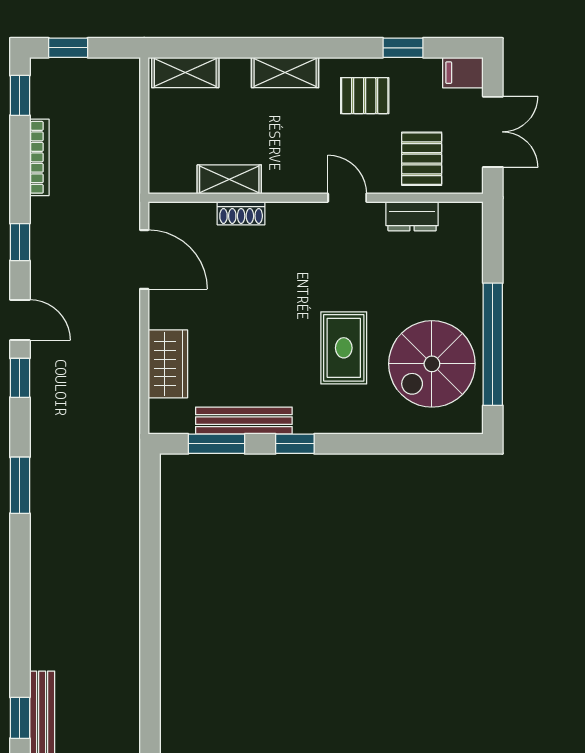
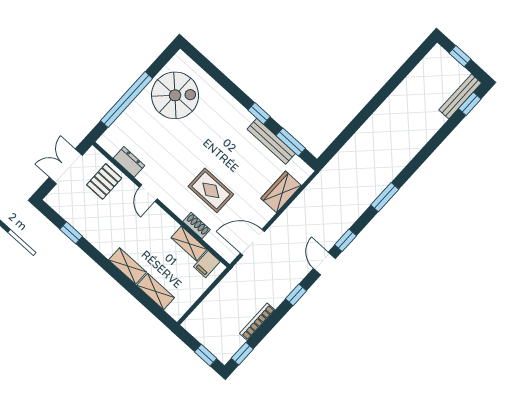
shelving: (185, 72) -> (156, 292), moved
filing cabinet: (463, 73) -> (207, 264), moved, turned 90
pallet: (365, 96) -> (104, 228), removed
door: (144, 259) -> (252, 242), hinge flipped
window: (493, 344) -> (127, 100), moved
rug: (344, 348) -> (211, 190), moved, turned 90

